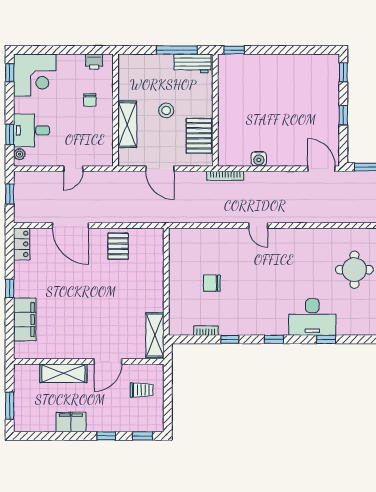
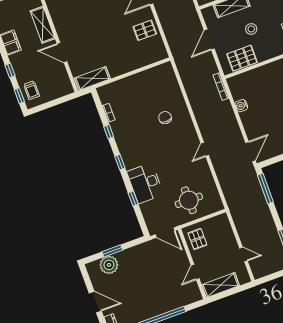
door: (258, 226) -> (205, 149), moved
chair: (212, 283) -> (165, 118), moved
trolley: (142, 390) -> (32, 90), moved

